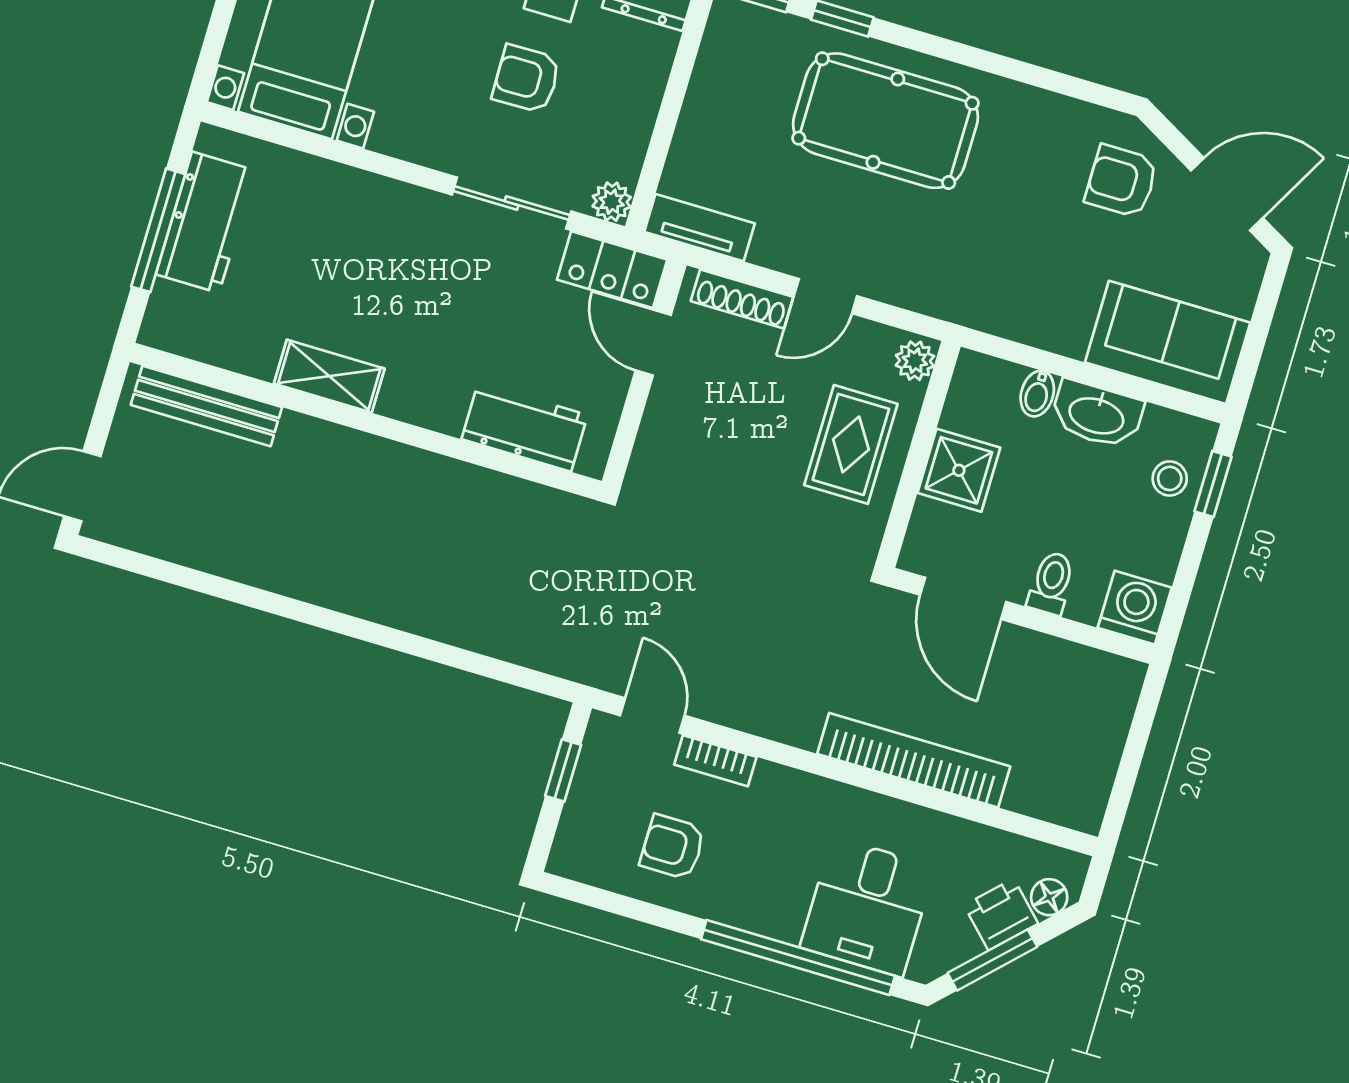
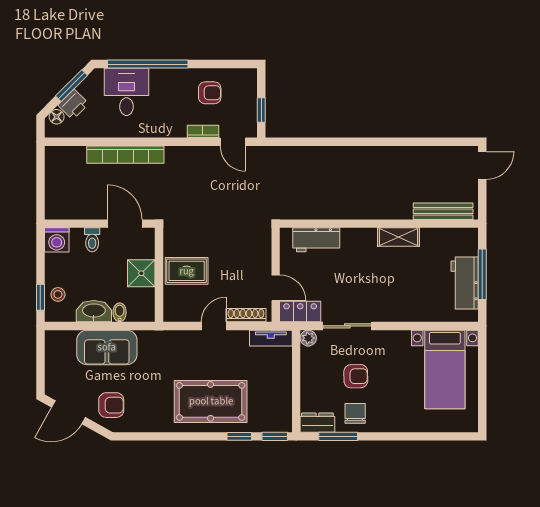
sofa: (1168, 342) -> (107, 347), moved
plant: (915, 361) -> (171, 311), removed
rug: (851, 444) -> (187, 271), turned 90

